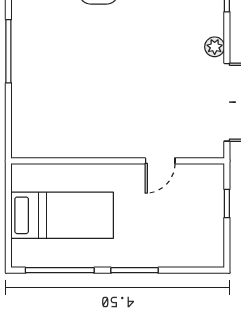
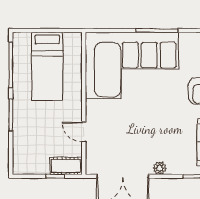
corner sofa: (61, 89) -> (132, 65), added
cot: (211, 187) -> (66, 166), added

